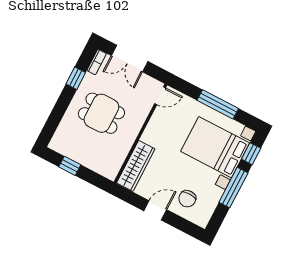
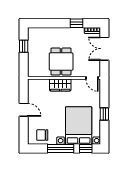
window: (218, 104) -> (104, 114), width x0.46
dining table: (101, 113) -> (61, 62), moved
wardrobe: (136, 166) -> (60, 85), moved, width x0.67
chair: (187, 199) -> (42, 135), moved

